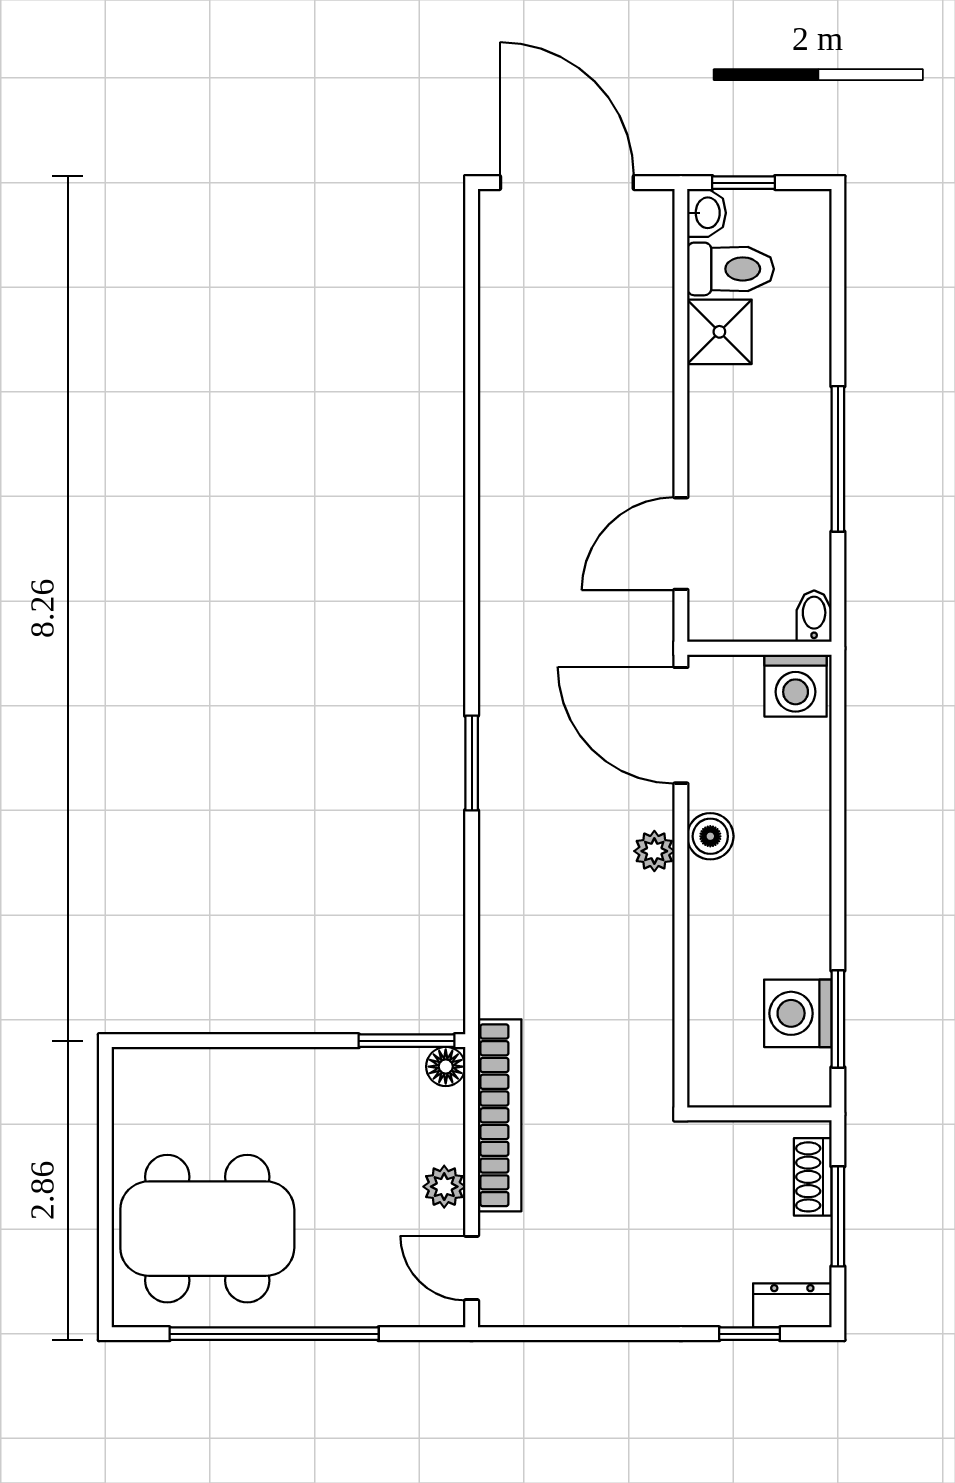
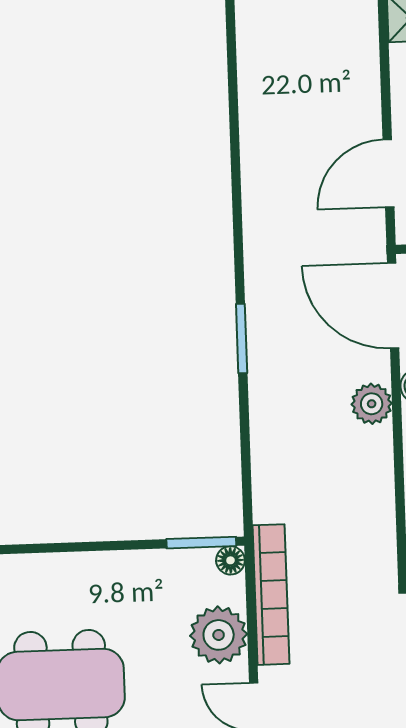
plant: (654, 851) -> (372, 404), width x1.38, depth x1.38
plant: (444, 1187) -> (219, 635), width x1.87, depth x1.87

